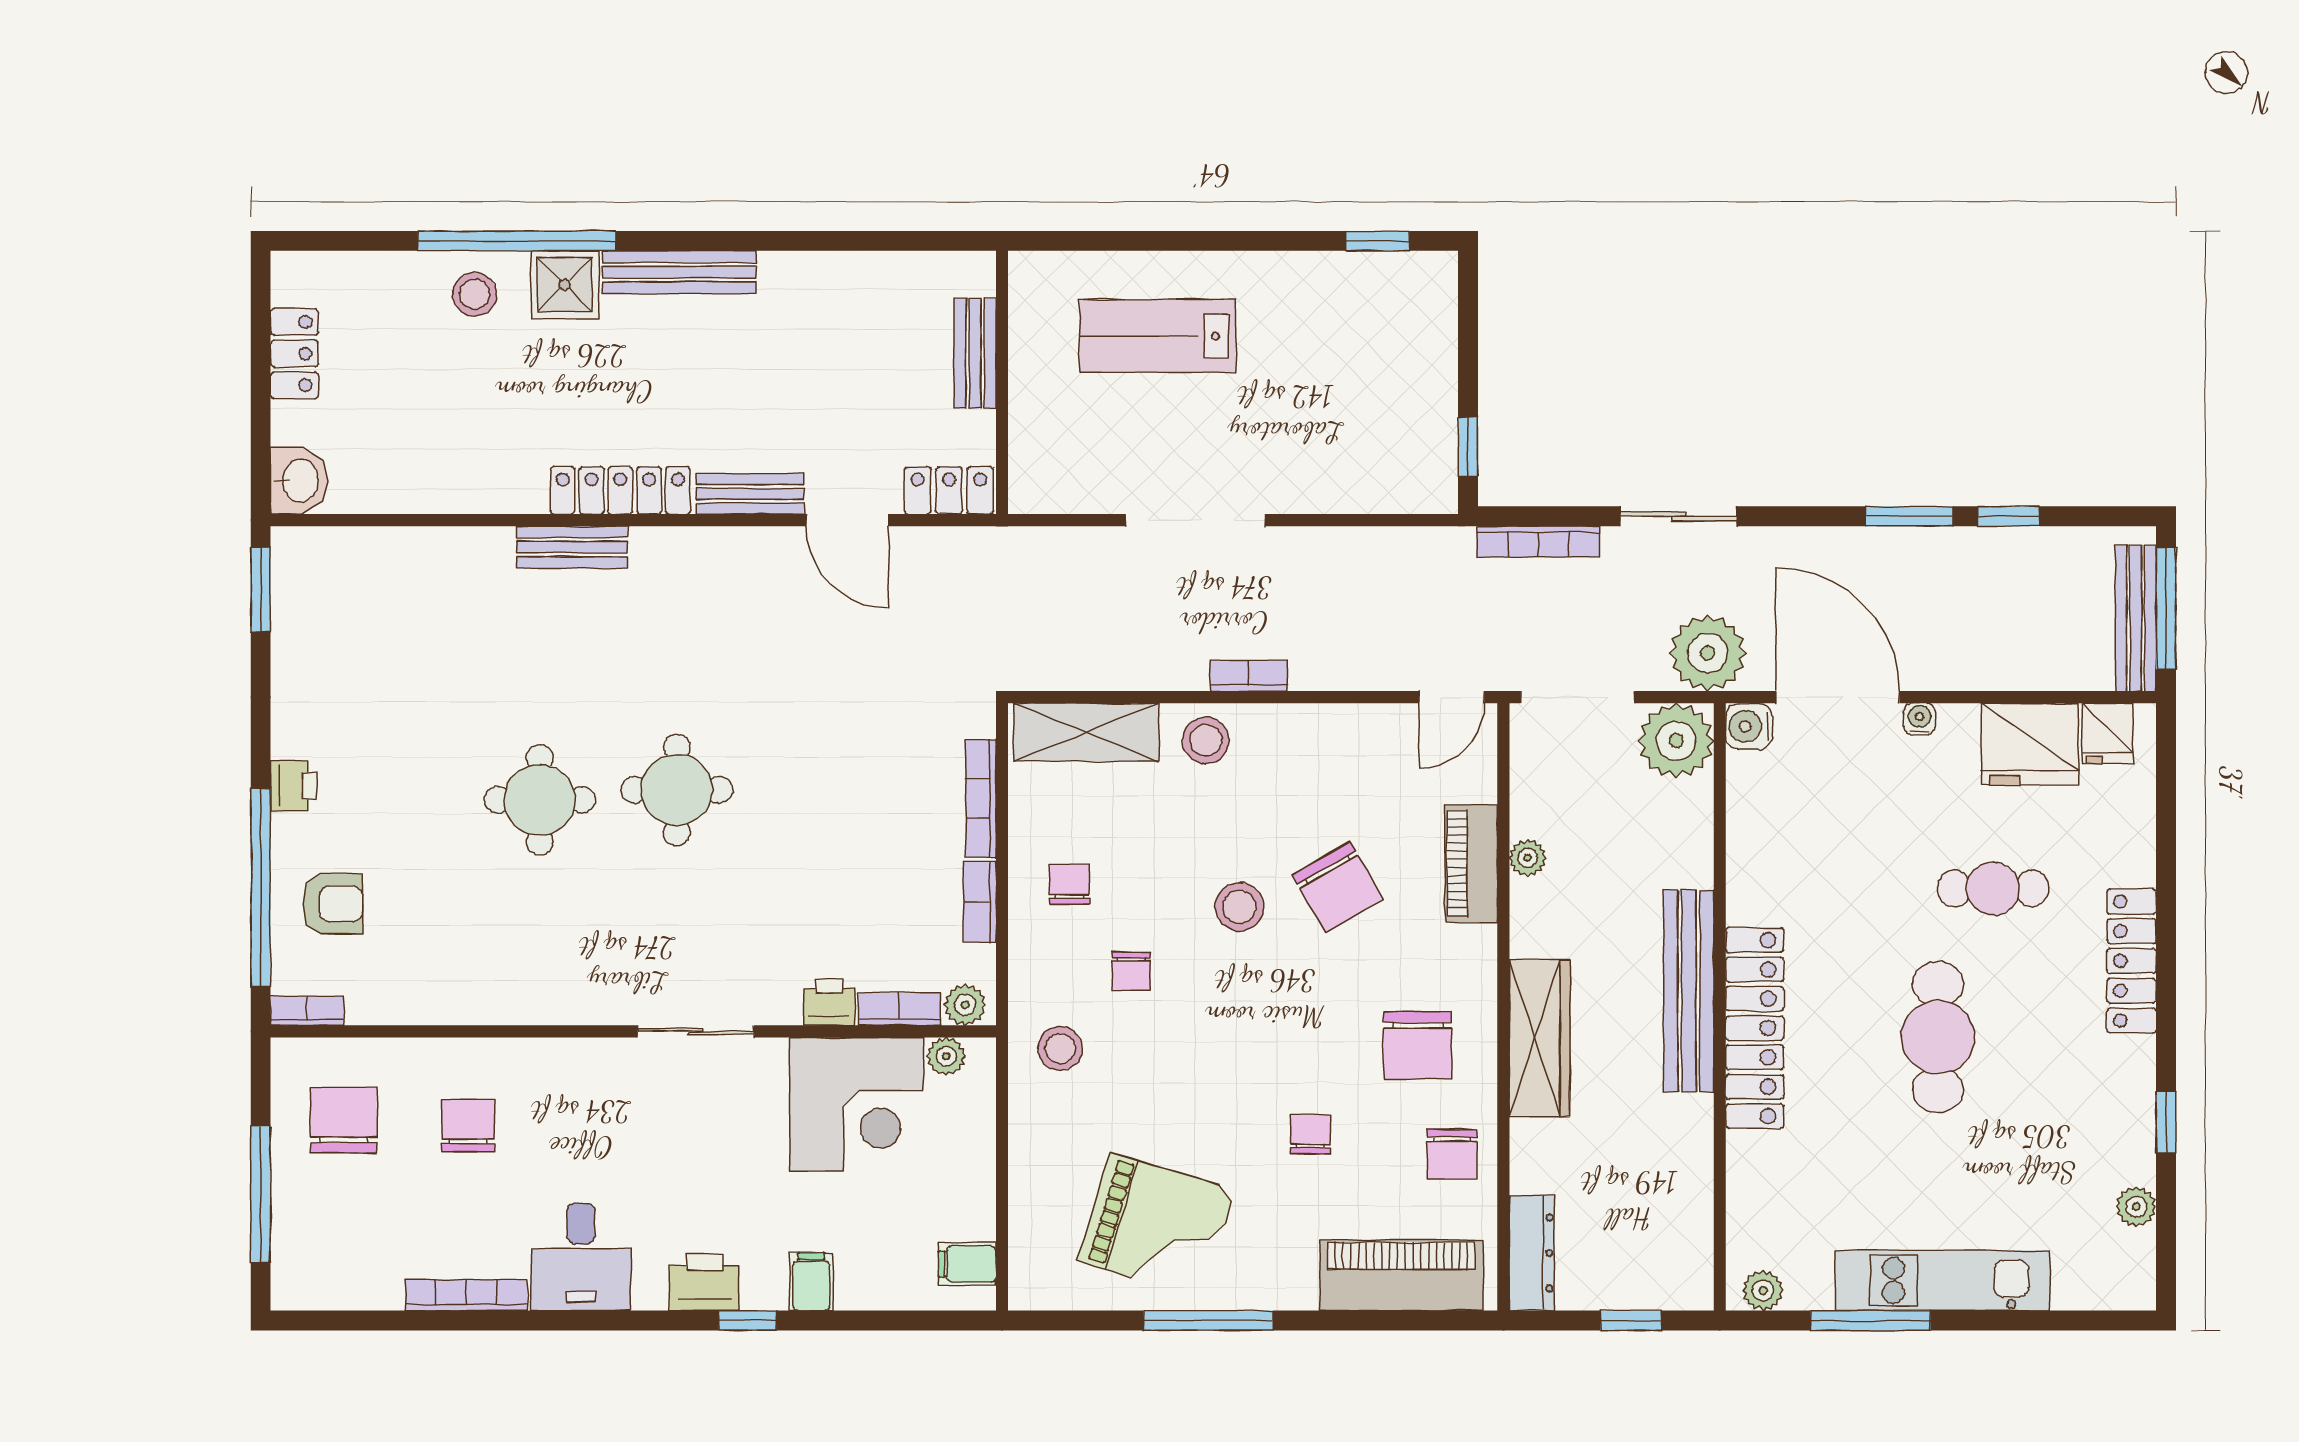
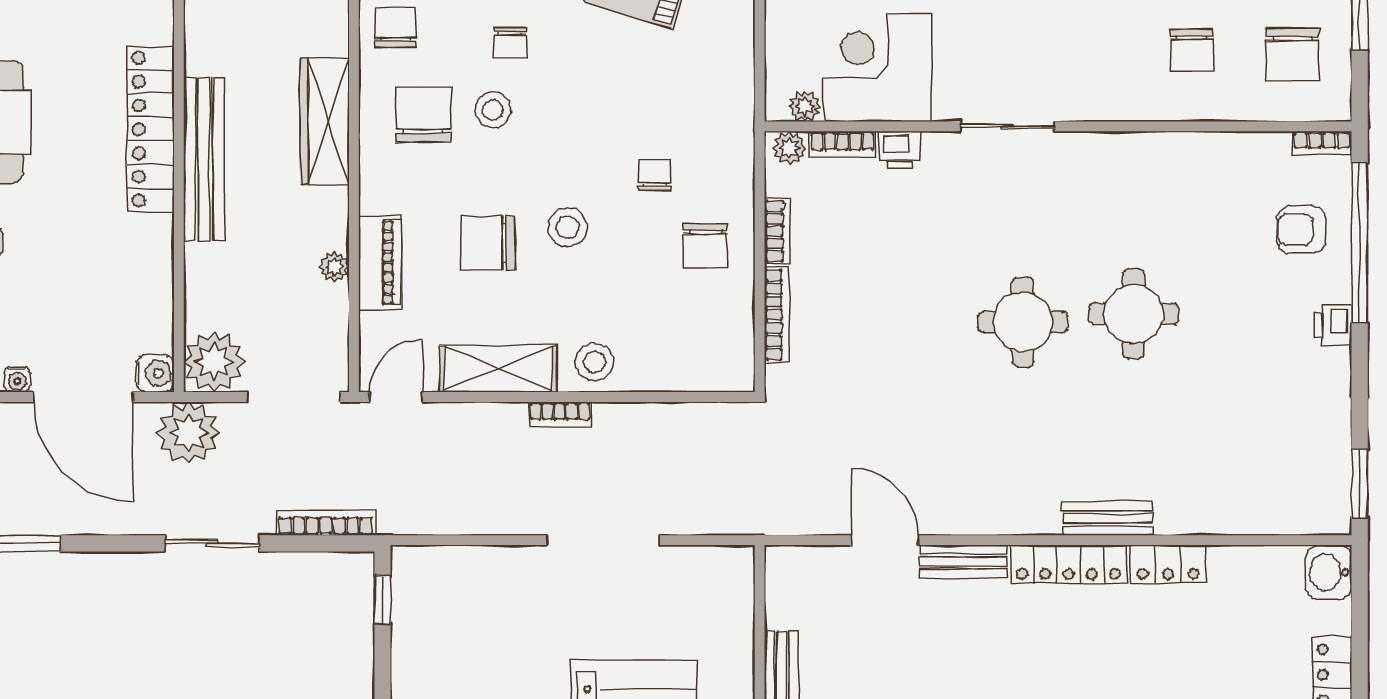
locker: (949, 490) -> (1168, 564), moved
shelving: (1086, 732) -> (498, 369), moved
chair: (1069, 884) -> (705, 245), width x1.37, depth x1.37
chair: (1338, 887) -> (488, 243), turned -60
stool: (1060, 1048) -> (493, 110), moved

